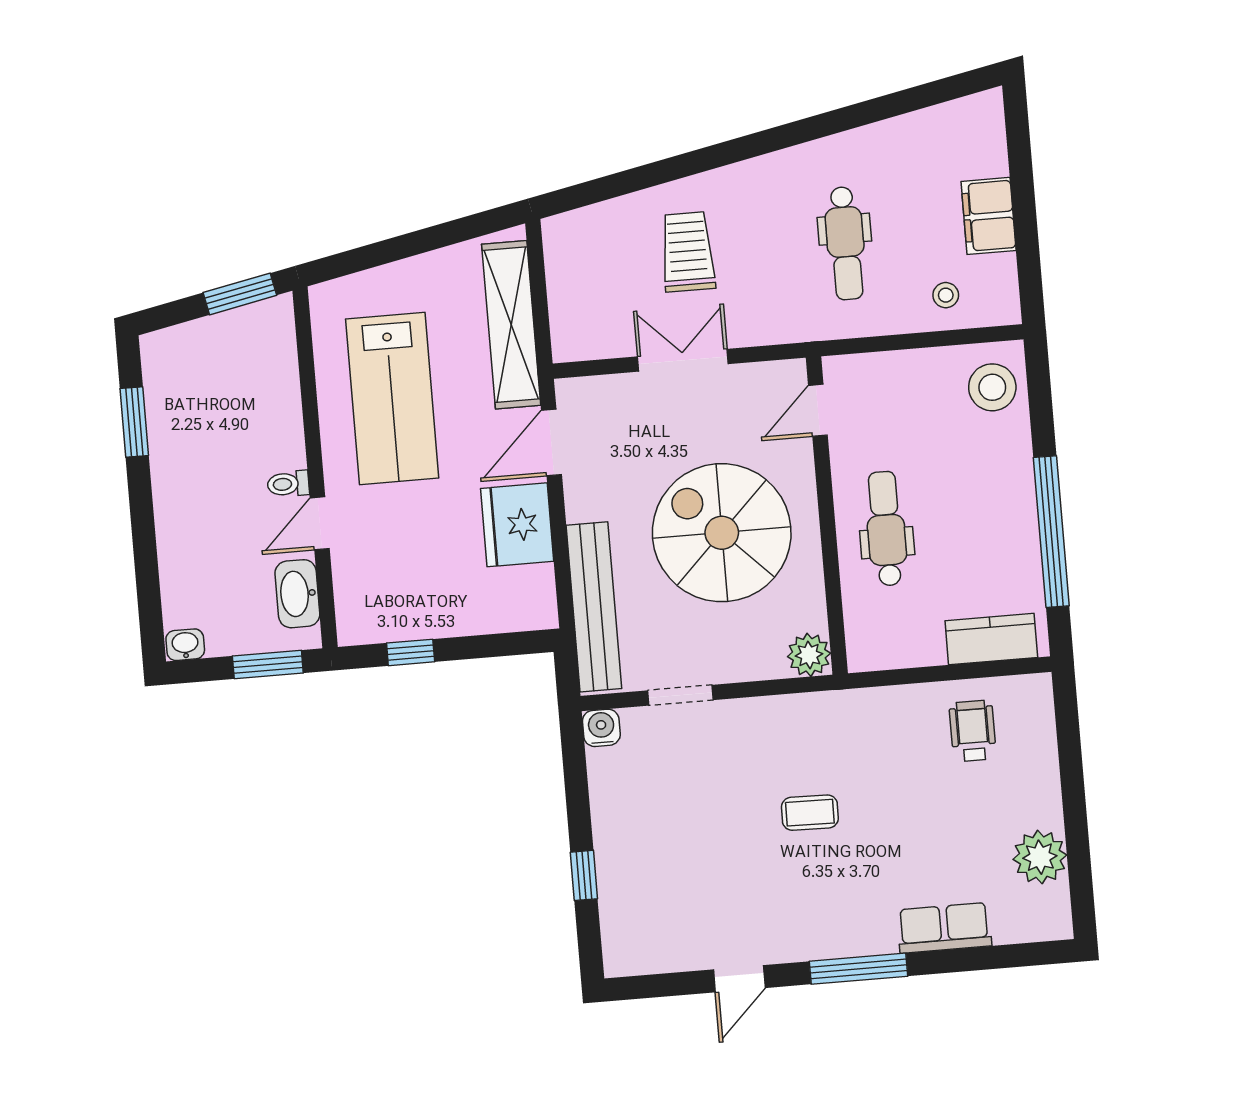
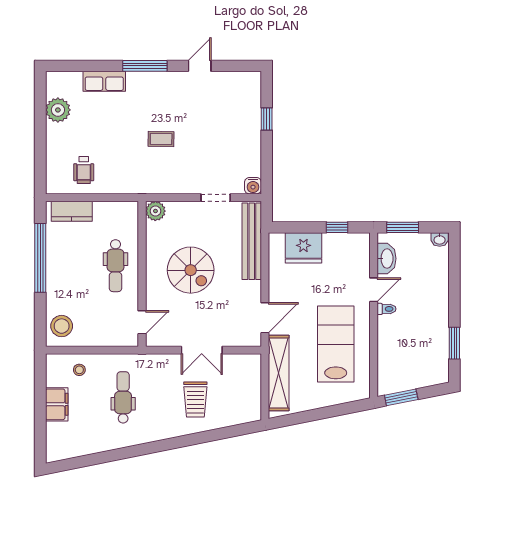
fridge: (517, 525) -> (303, 248), moved, turned 90
spiral stairs: (722, 533) -> (191, 270), width x0.73, depth x0.73

